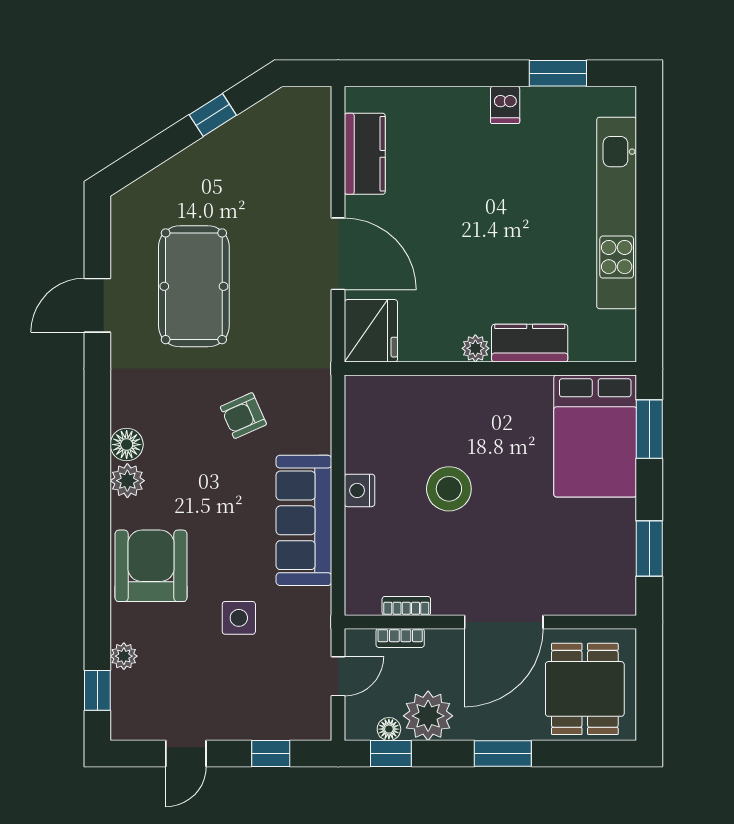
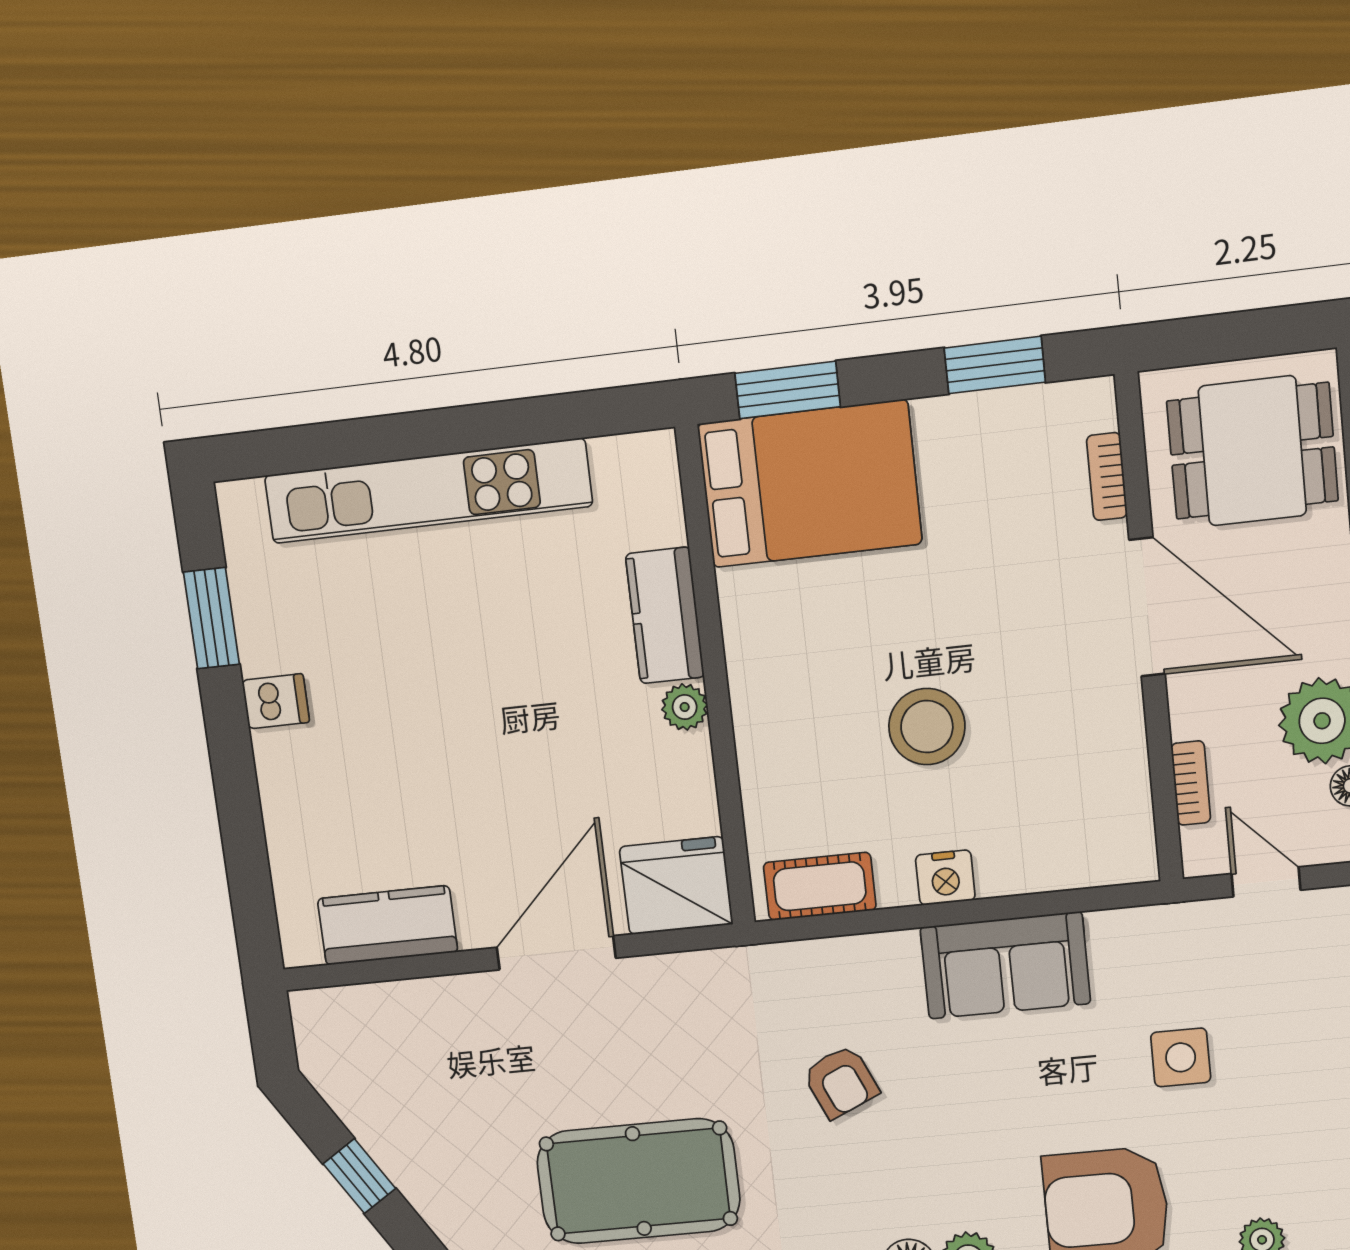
cot: (362, 416) -> (820, 886), added
sofa: (304, 520) -> (1005, 965), width x0.73
bookcase: (406, 606) -> (1107, 476), moved

